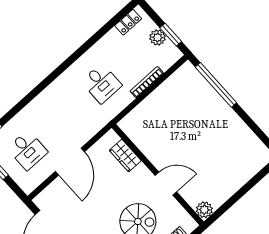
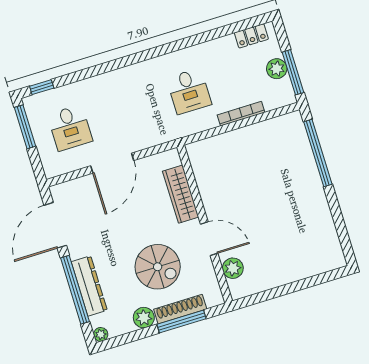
window: (171, 35) -> (293, 72), width x1.44
wardrobe: (125, 156) -> (181, 194), width x1.50
plant: (204, 210) -> (233, 268), moved

